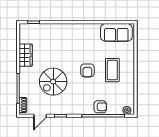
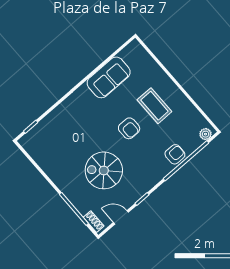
sofa: (116, 32) -> (109, 77), moved
wardrobe: (26, 55) -> (52, 168), removed
spiral stairs: (53, 82) -> (104, 170), turned 90
door: (40, 116) -> (121, 217), swing flipped

